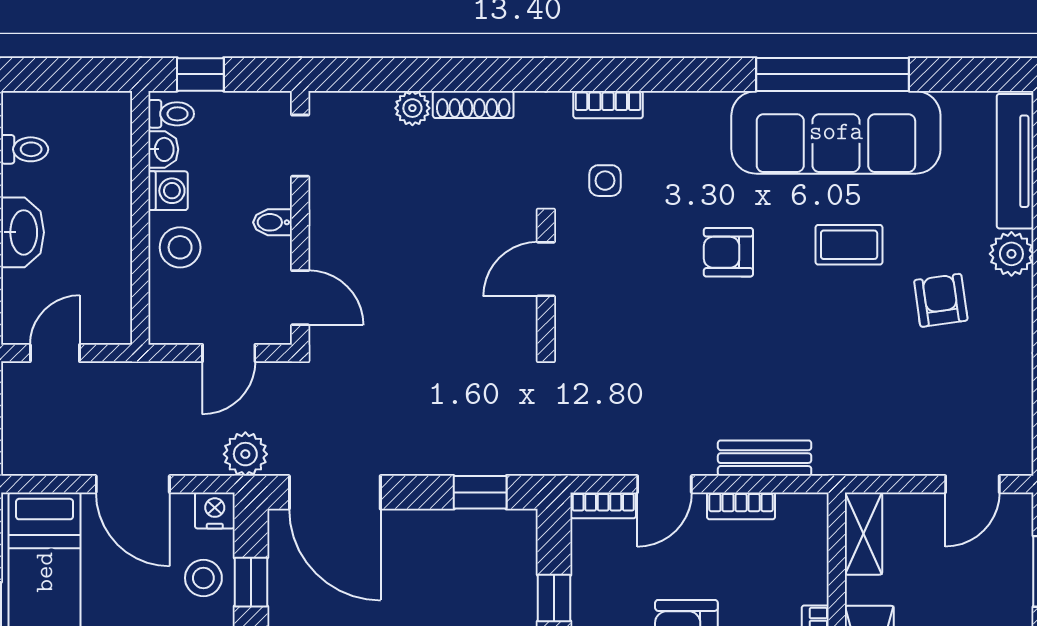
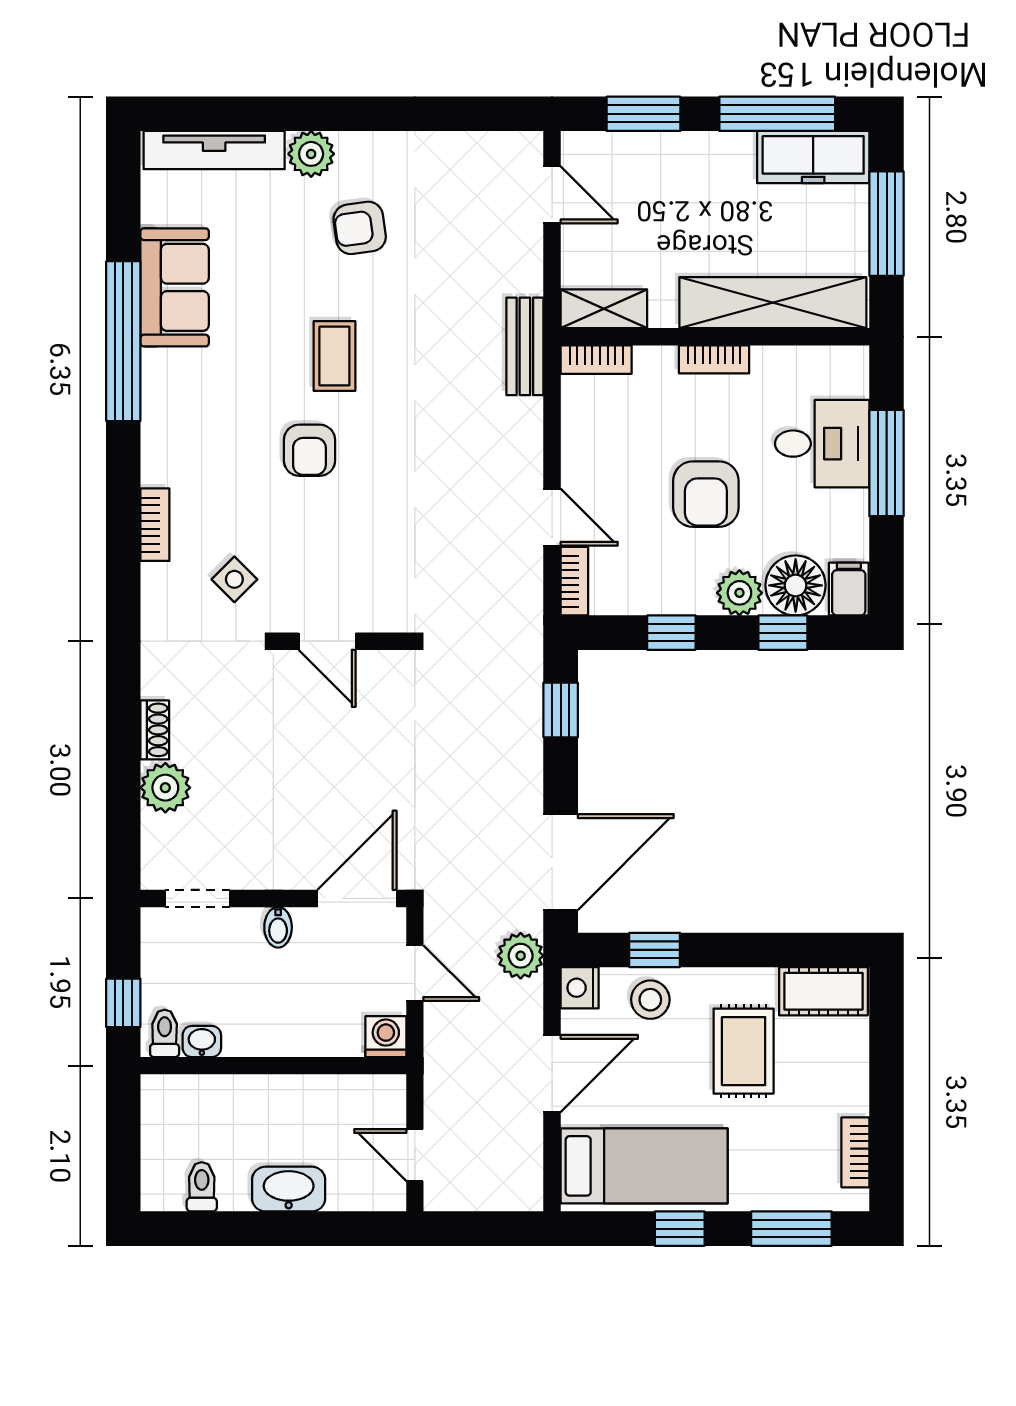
shoe rack: (473, 104) -> (155, 730), width x0.70
bookcase: (608, 105) -> (155, 525), moved
plant: (412, 108) -> (165, 788), width x1.38, depth x1.38
sofa: (836, 132) -> (175, 287), width x0.54, depth x0.79
side table: (605, 181) -> (234, 579), turned 45
washing machine: (168, 191) -> (386, 1037), moved
coffee table: (849, 245) -> (334, 356), moved
stool: (180, 247) -> (304, 1024), removed
door: (300, 298) -> (357, 898), width x1.38
bench: (765, 458) -> (525, 346), moved
bookcase: (741, 506) -> (596, 360), moved, turned 90

